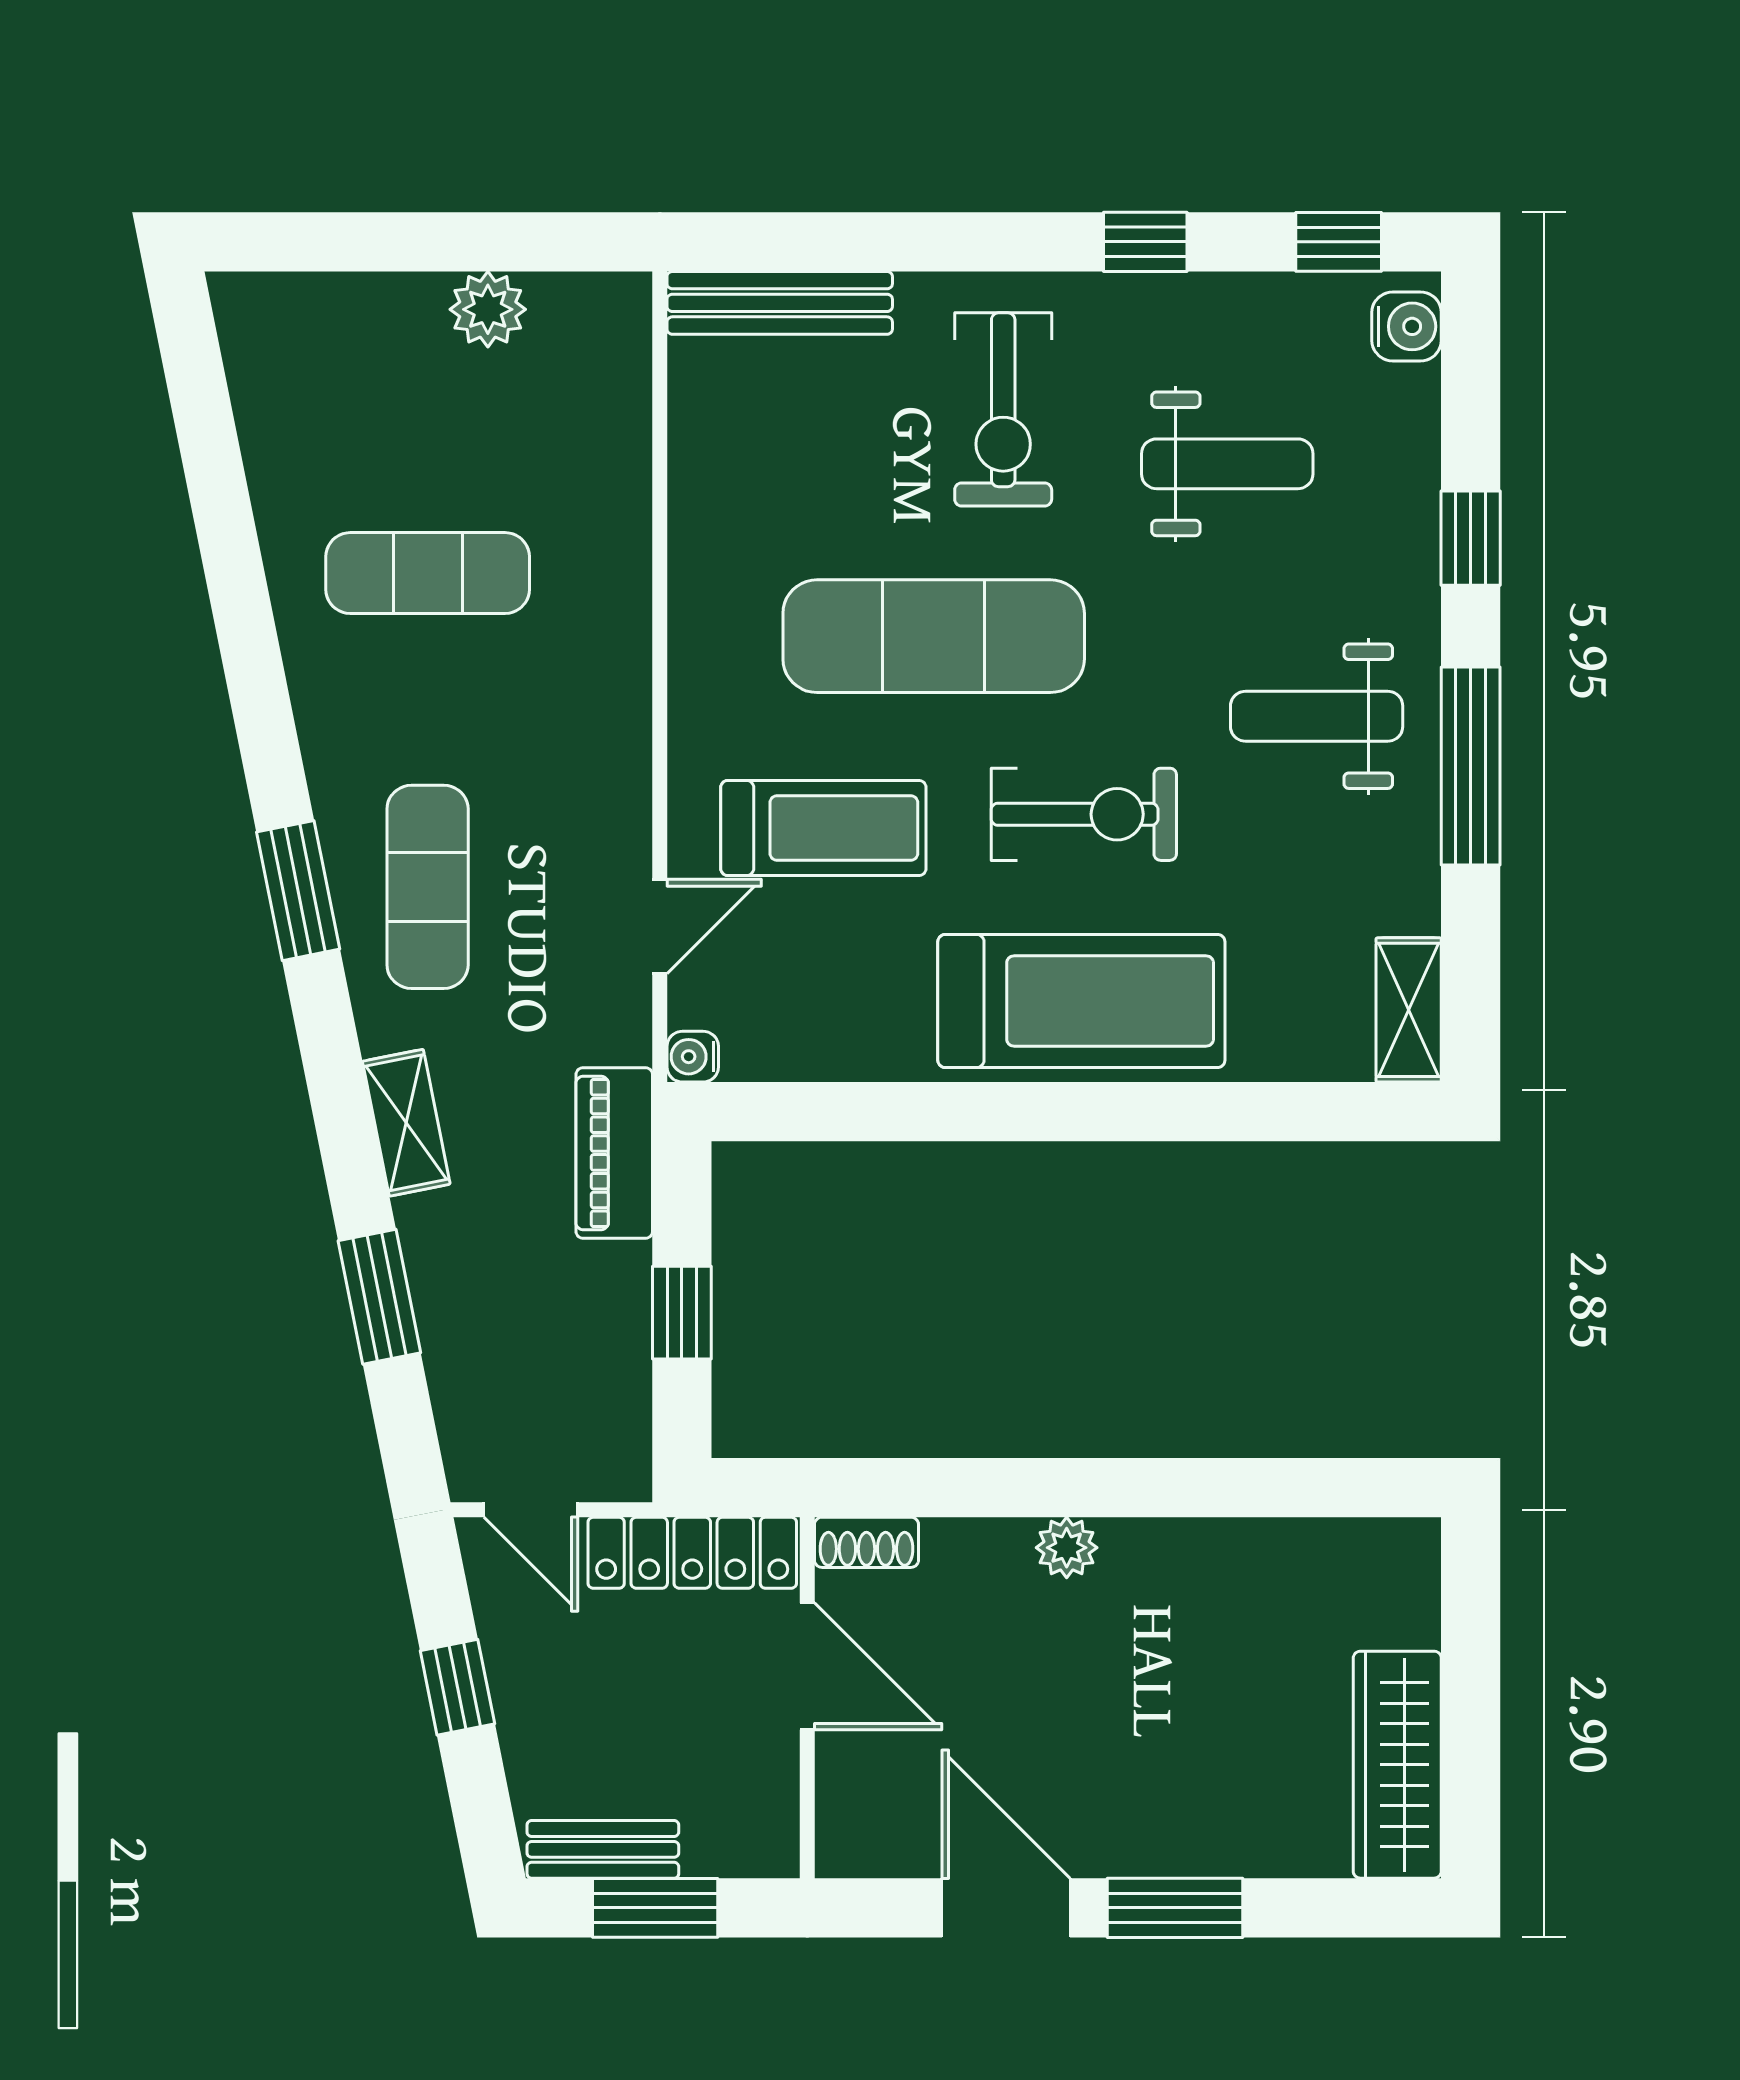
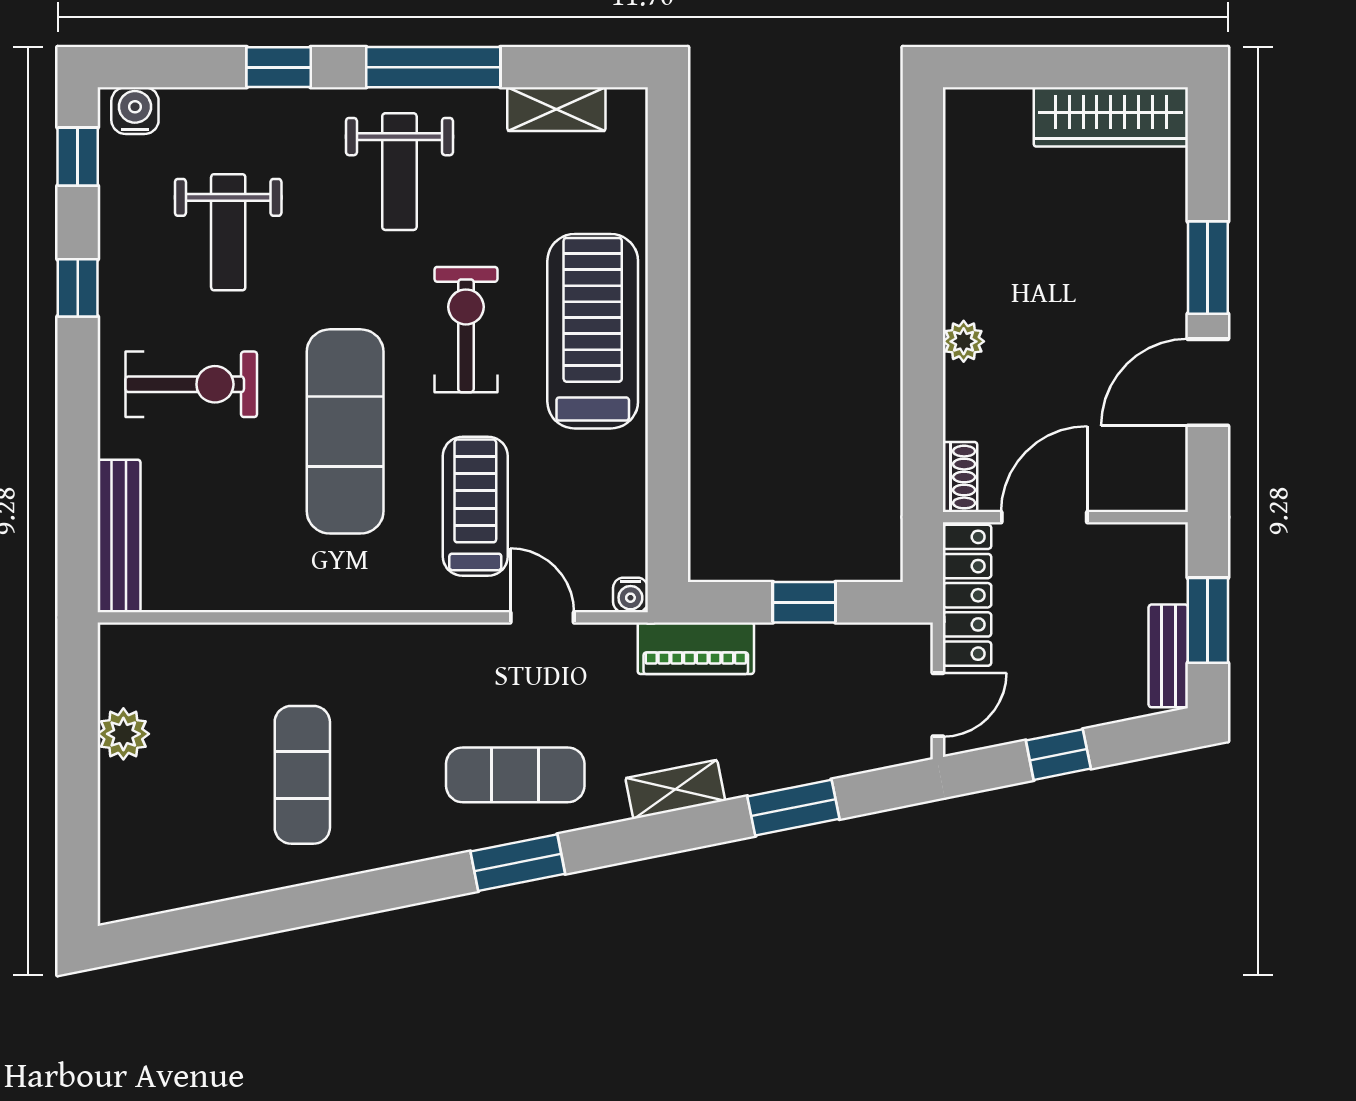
weight bench: (1227, 464) -> (228, 232), turned 180
shelving: (1409, 1010) -> (556, 109), moved

